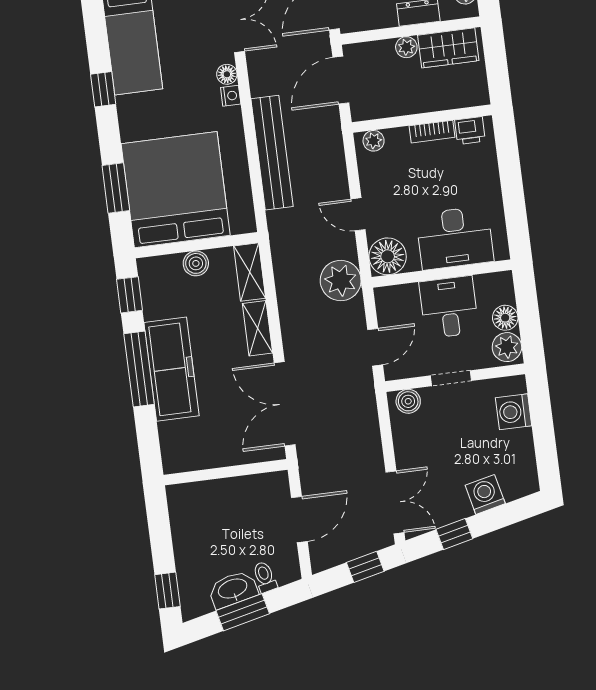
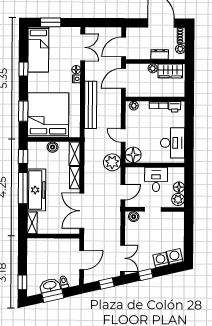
desk: (455, 238) -> (173, 143), moved, turned -90
washing machine: (514, 412) -> (175, 257), moved, turned 77
shelving: (172, 448) -> (32, 223), added

